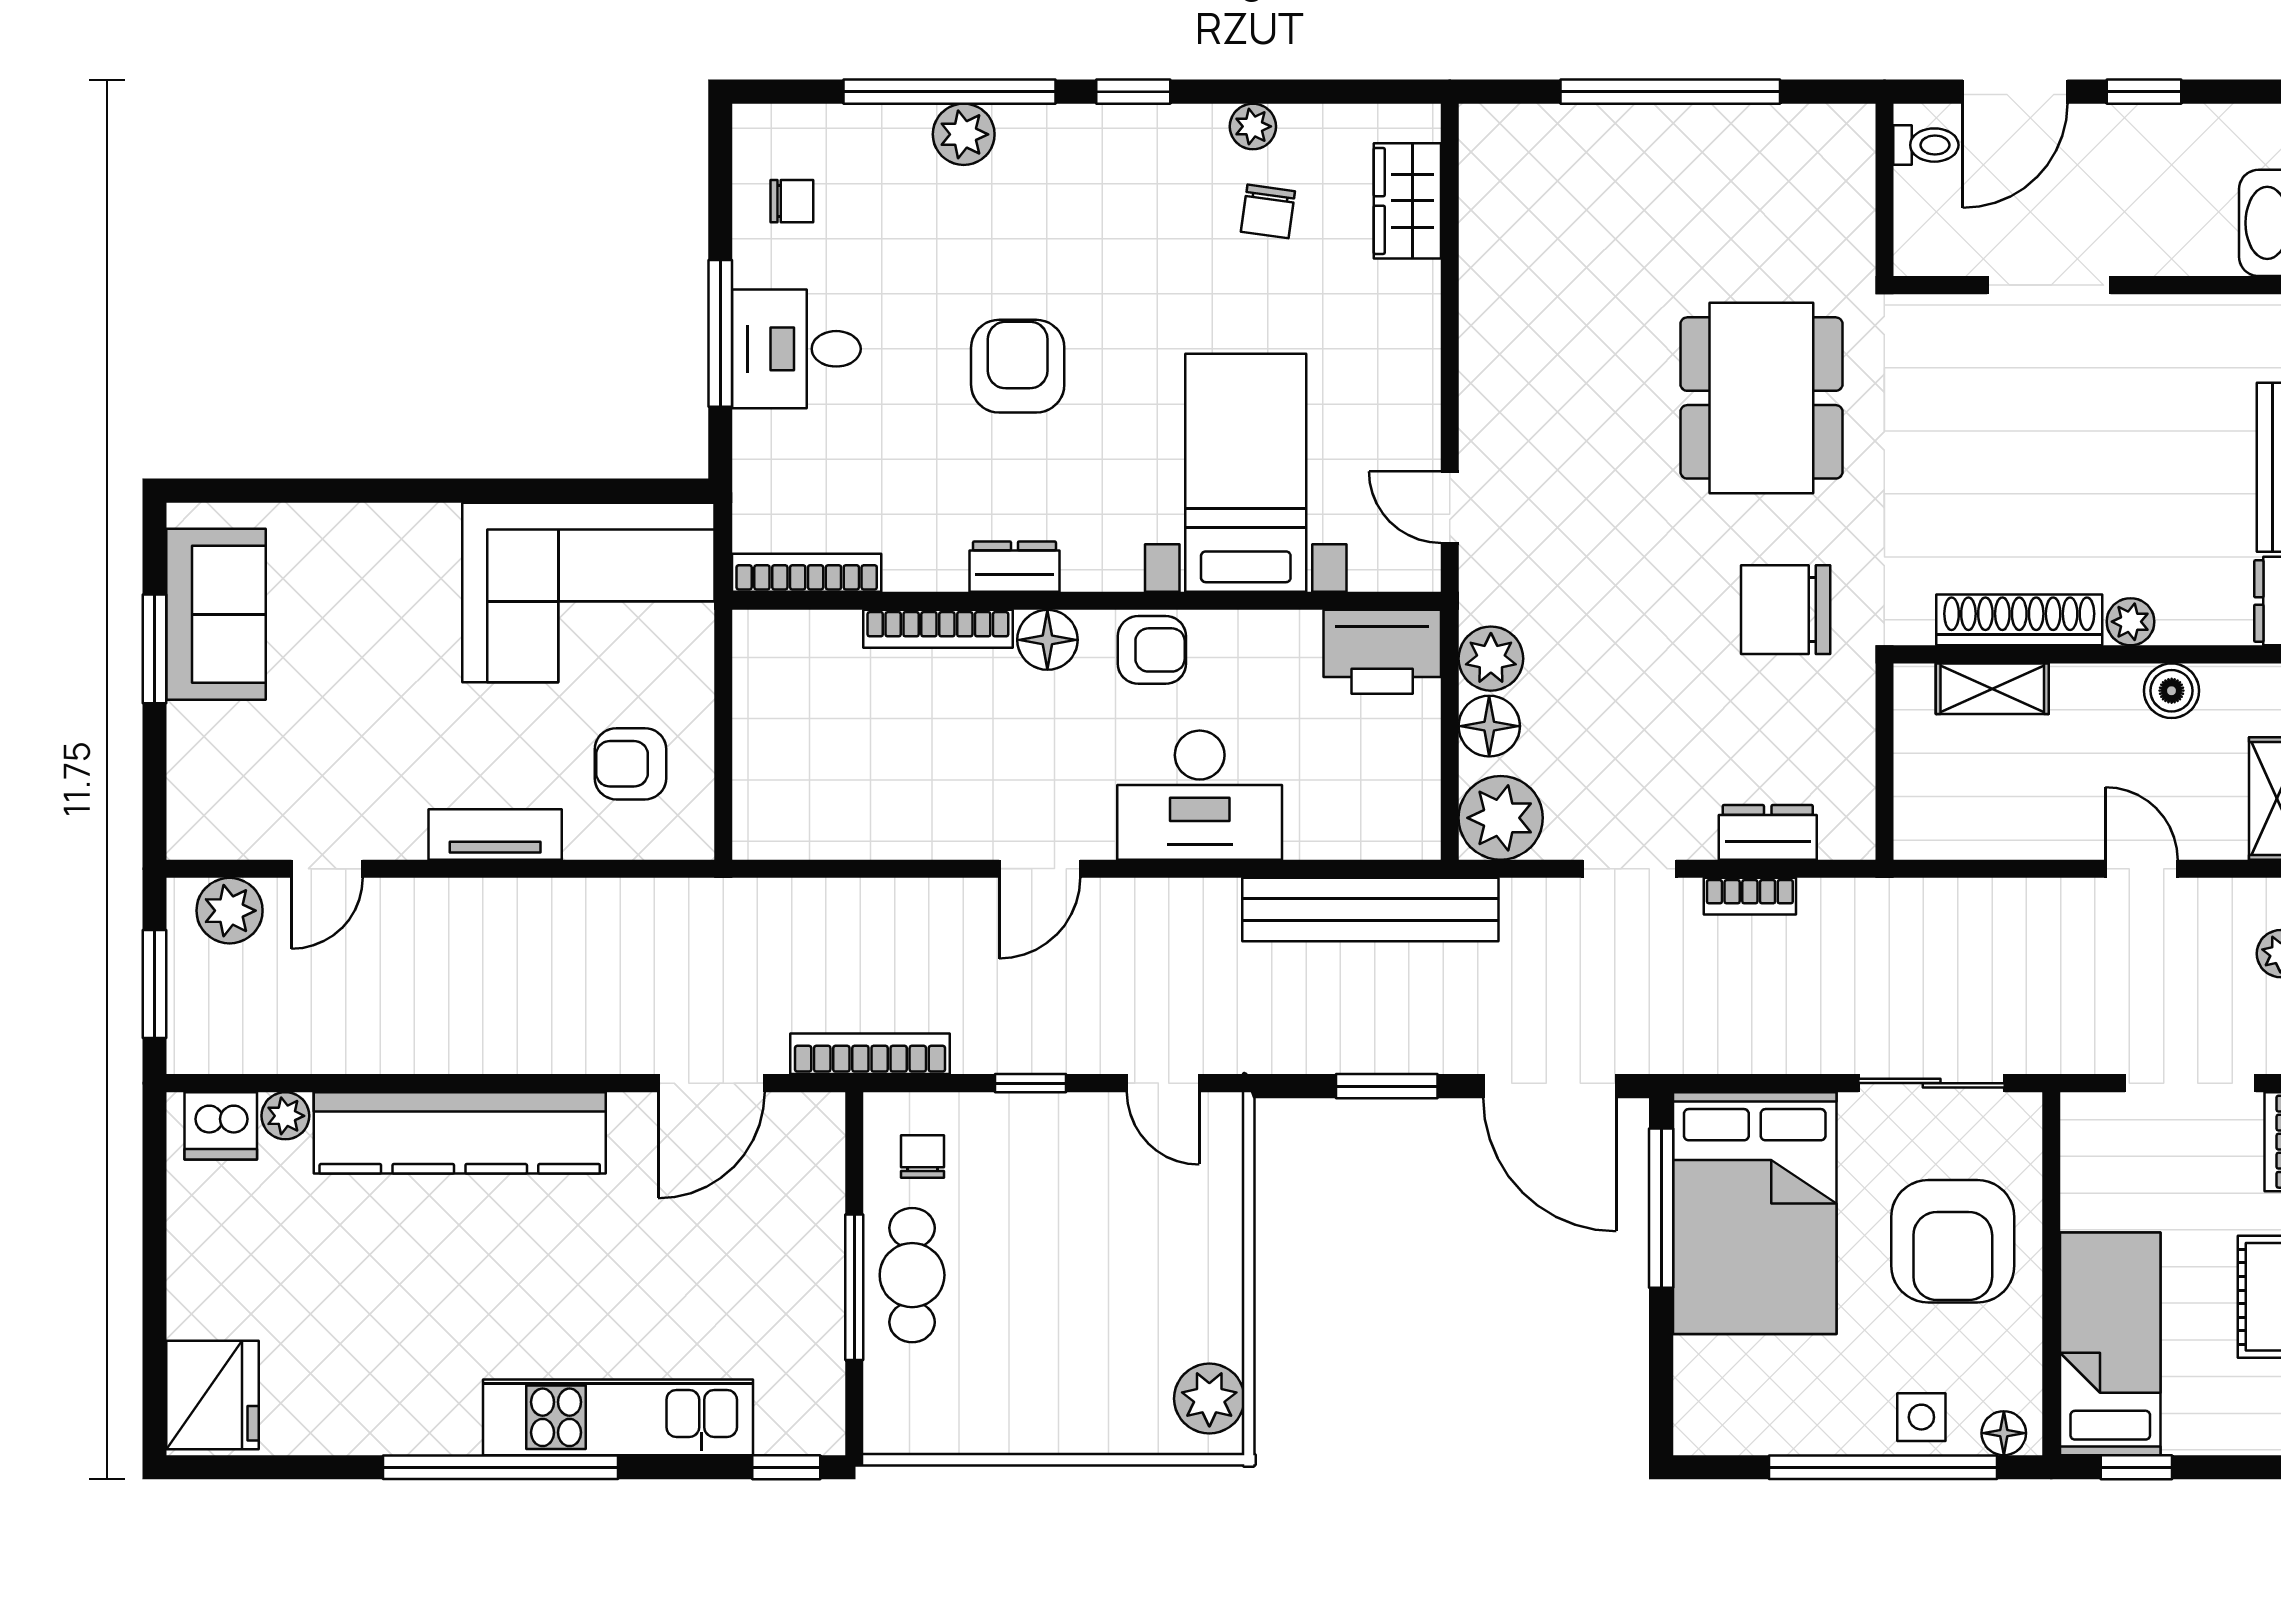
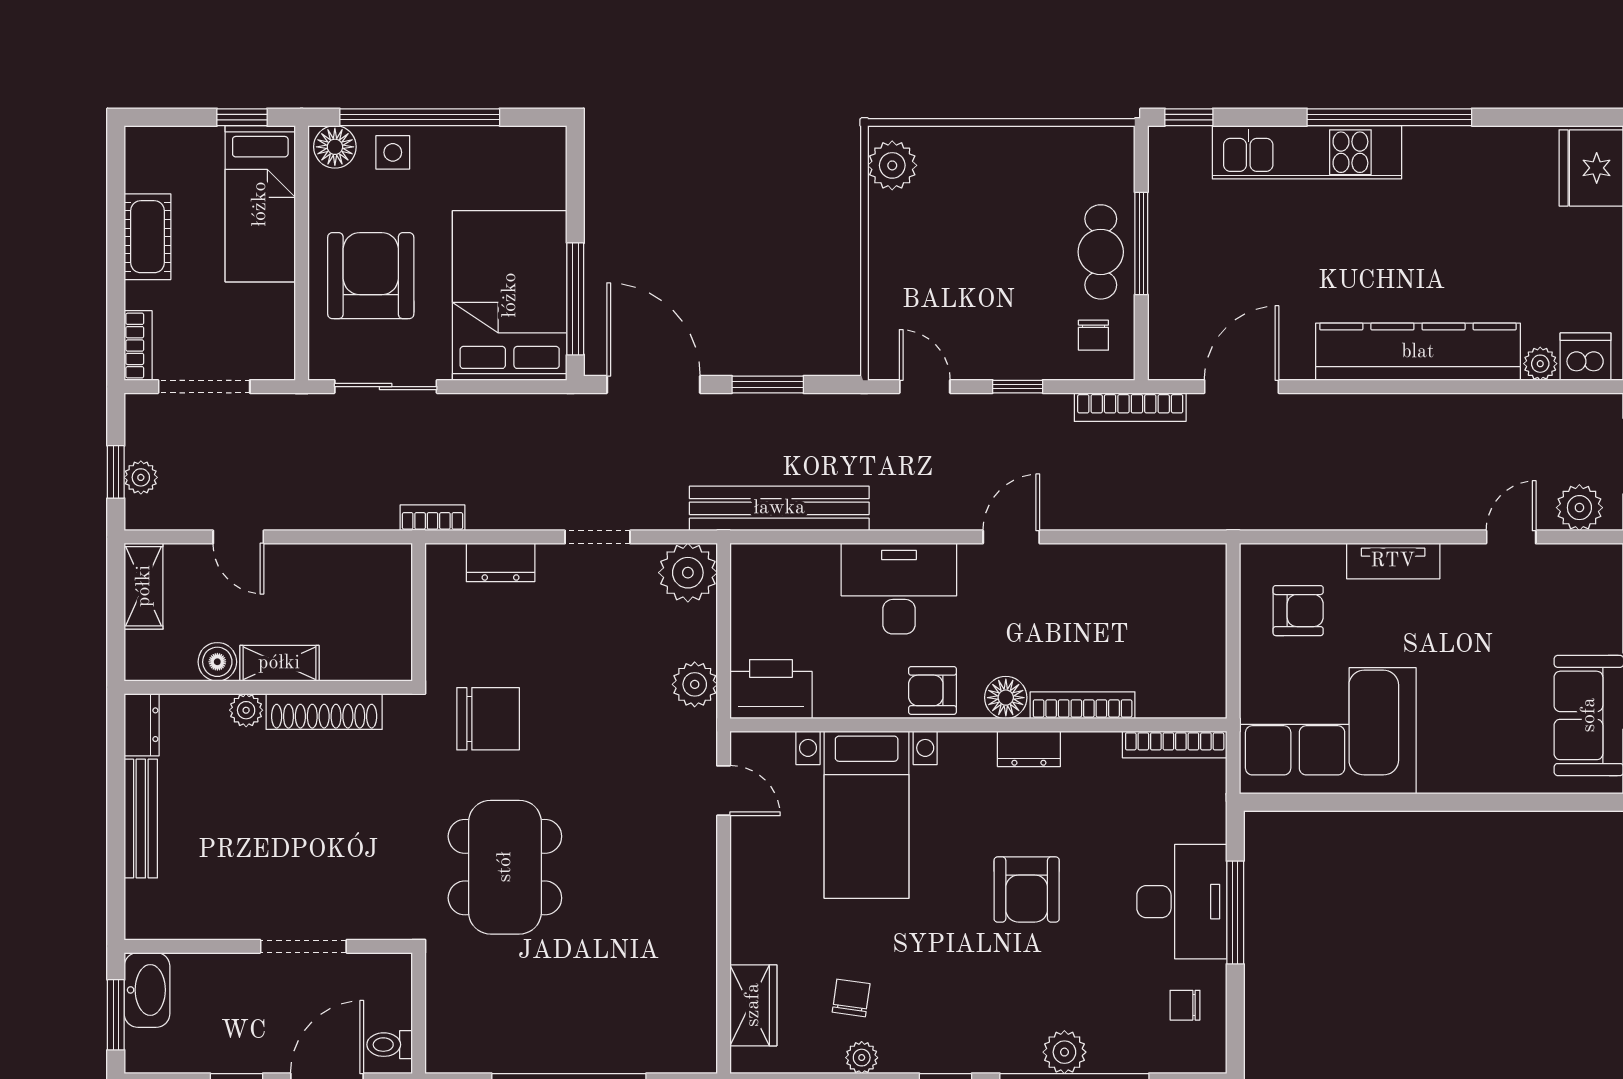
desk: (796, 349) -> (1182, 902), width x1.37
shelving: (1992, 689) -> (279, 663), moved
floor lamp: (1489, 726) -> (696, 637), removed
bookcase: (1750, 896) -> (433, 518), moved
floor lamp: (2004, 1433) -> (335, 147), width x1.37, depth x1.37

